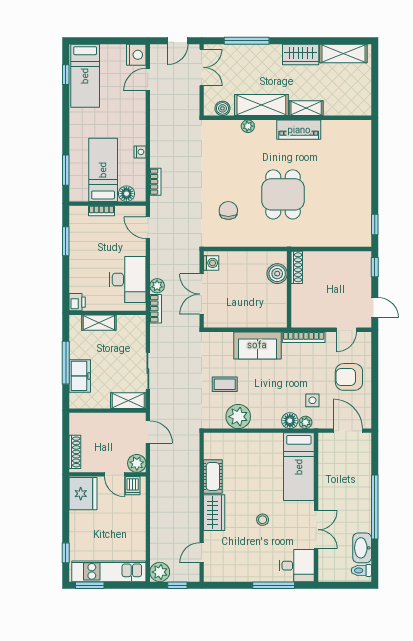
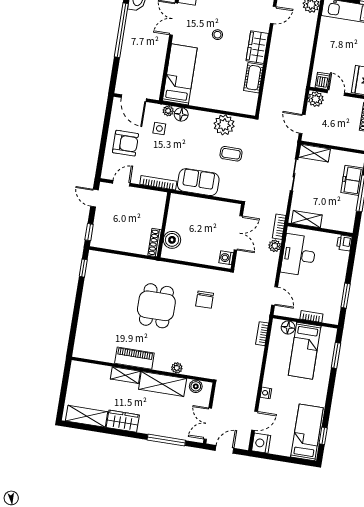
nightstand: (140, 152) -> (266, 393), moved
shelving: (99, 323) -> (307, 219), moved

